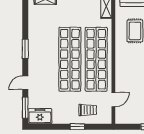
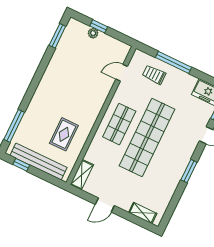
shop shelf: (96, 59) -> (119, 124), width x0.50, depth x0.74
window: (77, 127) -> (173, 62), width x2.17

